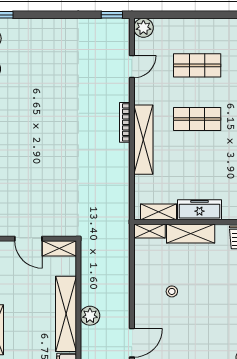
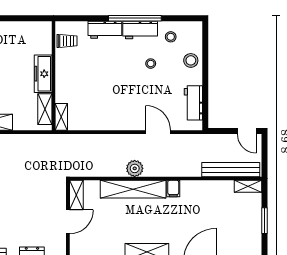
shelving: (191, 234) -> (64, 81), removed
stool: (172, 291) -> (151, 64), moved

